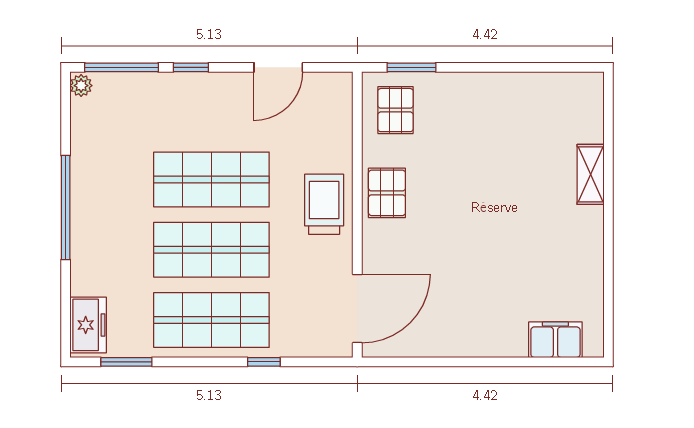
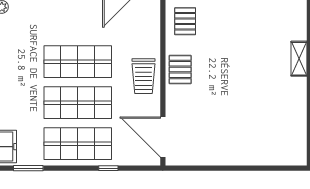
trolley: (324, 204) -> (143, 76), turned 180
door: (357, 309) -> (163, 137), swing flipped
filing cabinet: (555, 340) -> (278, 155), removed

